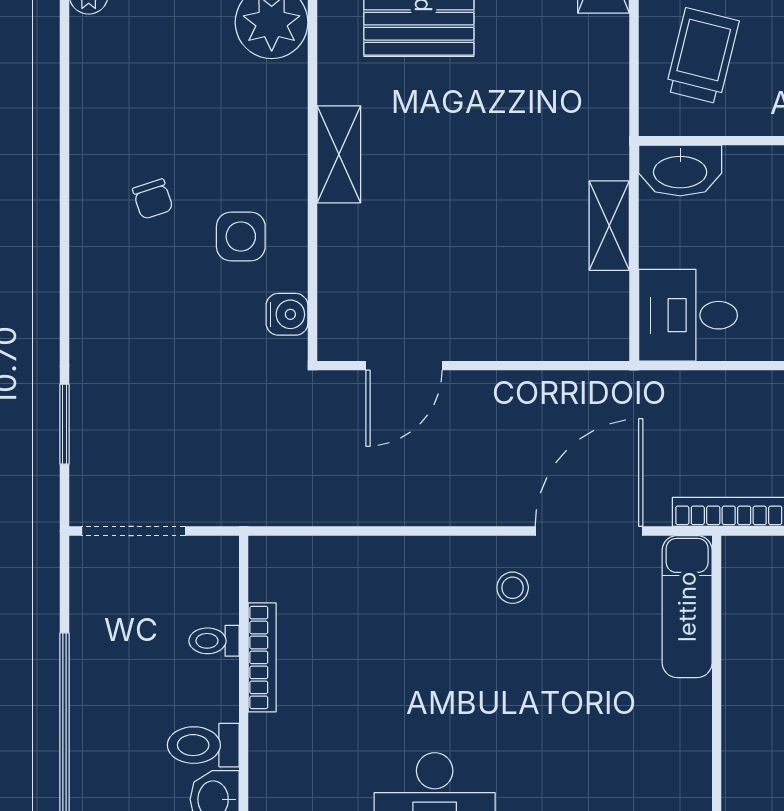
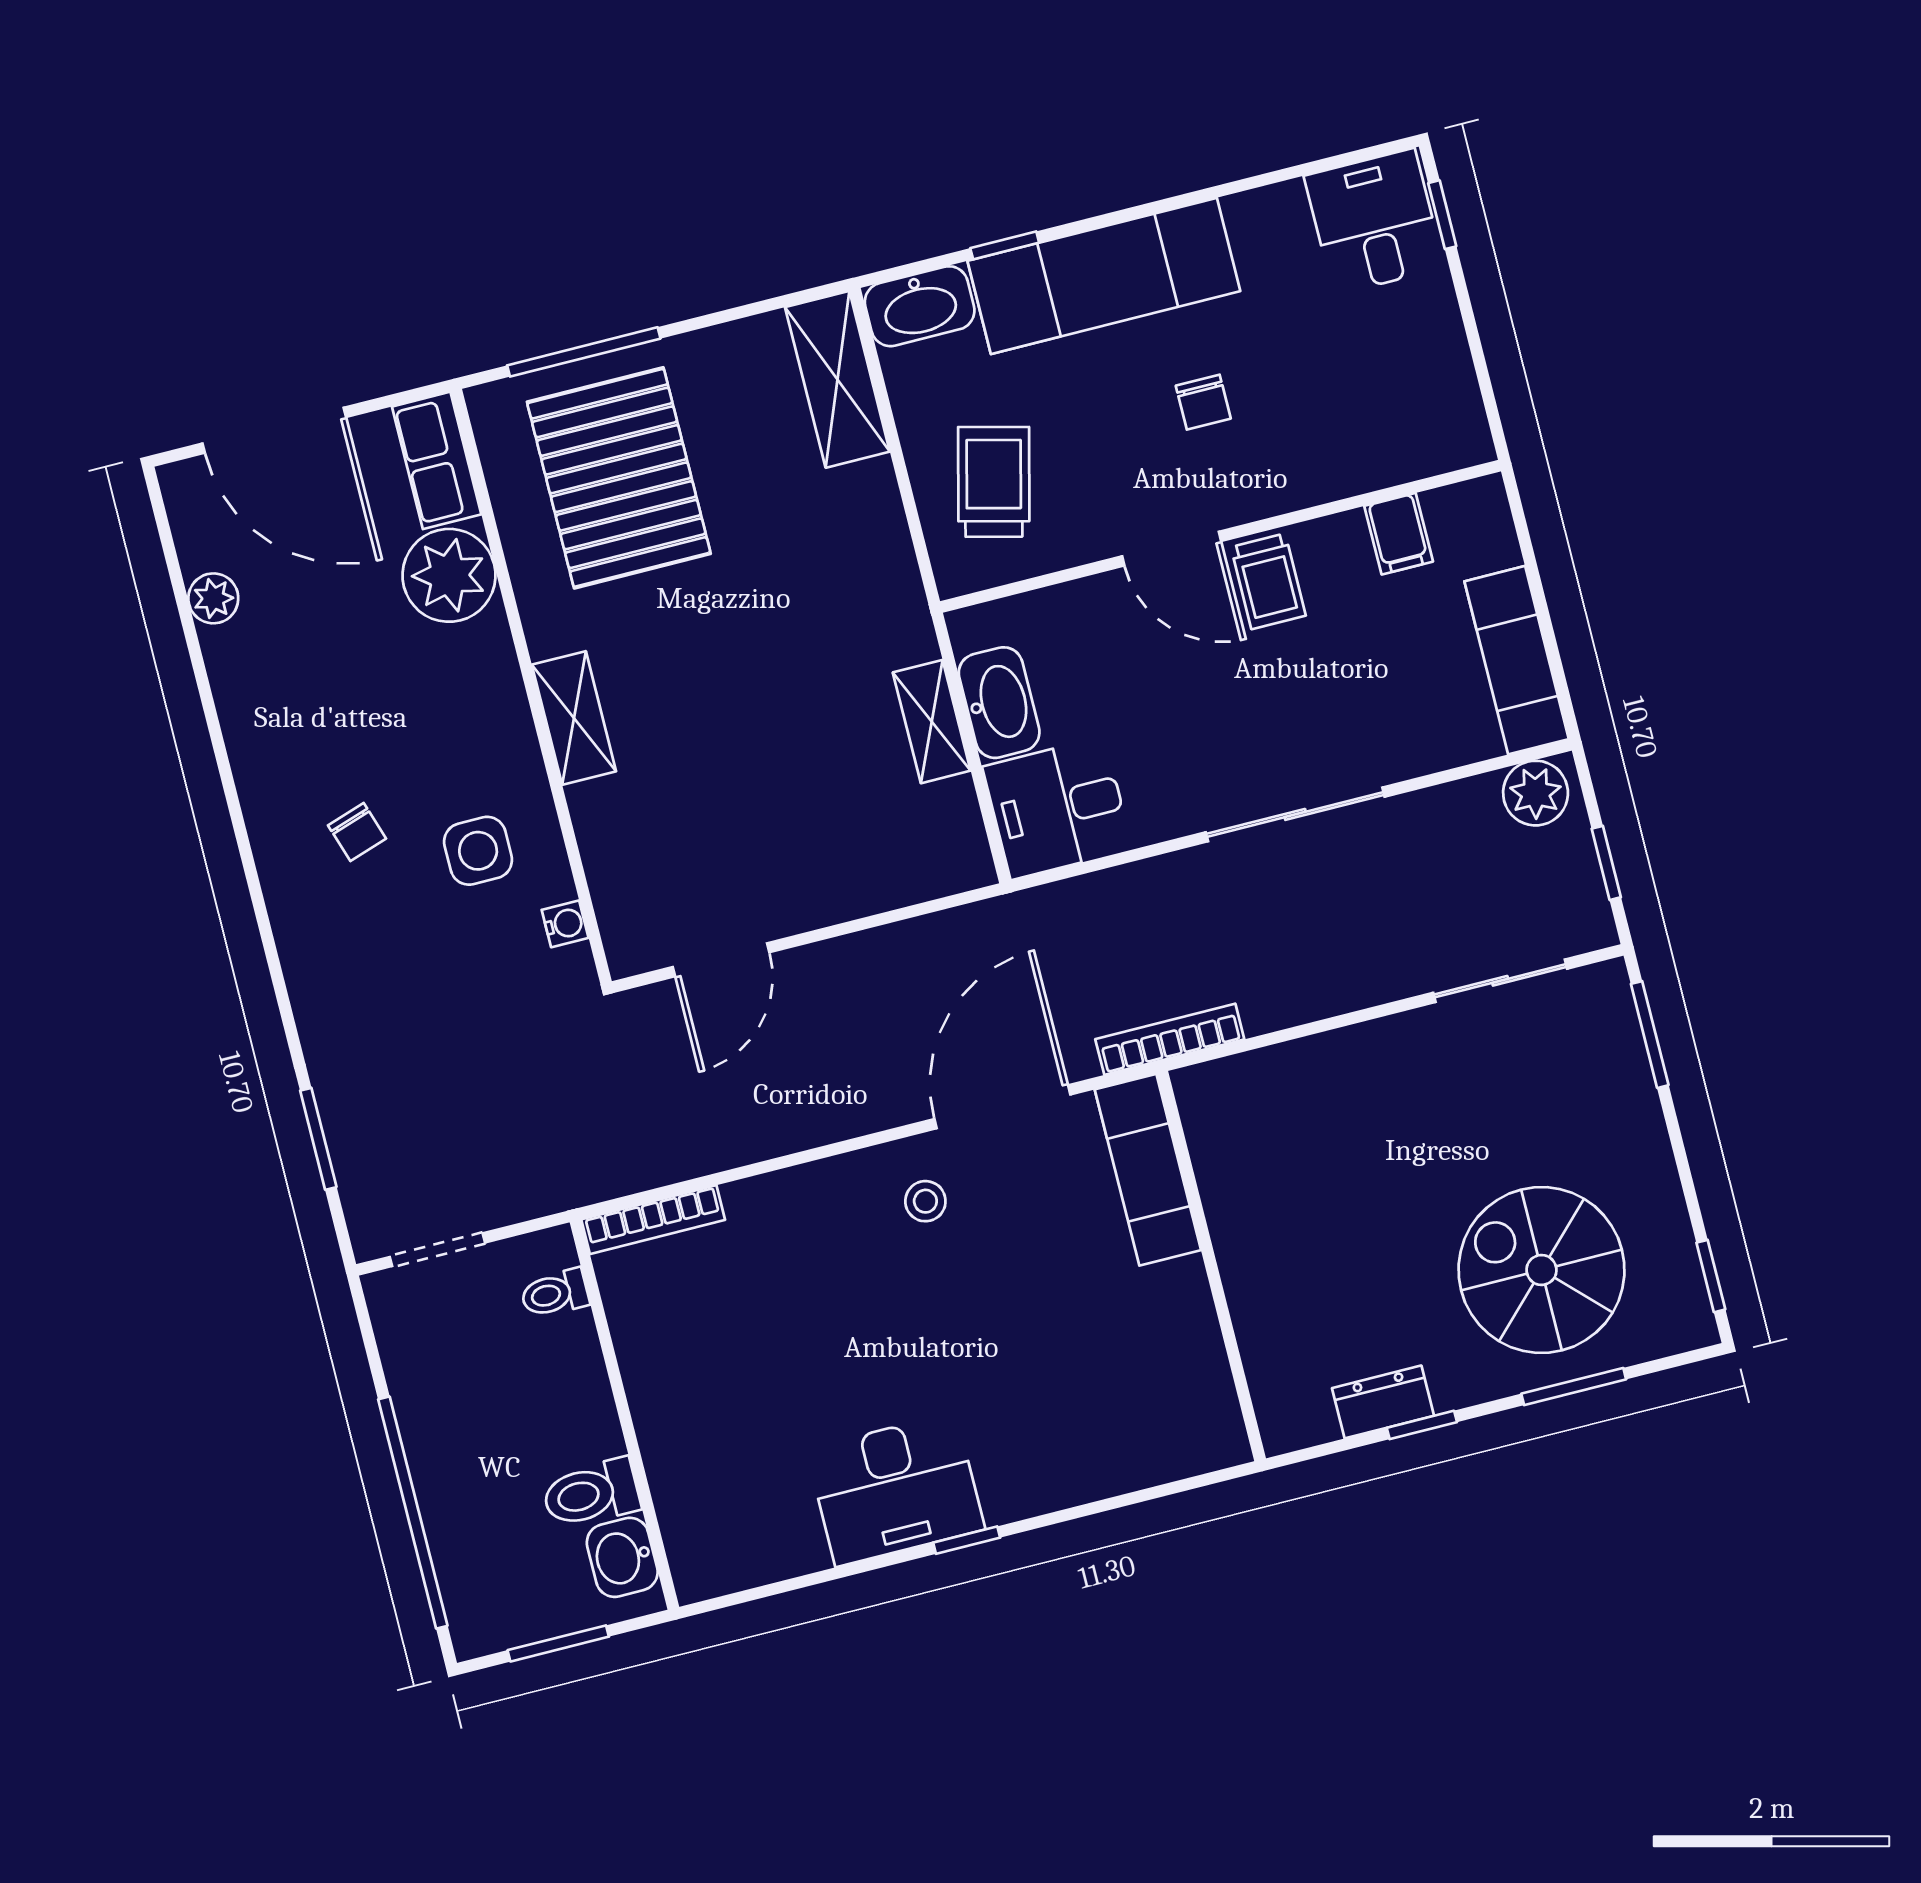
washbasin: (680, 171) -> (999, 703), moved, turned -90
water cooler: (287, 314) -> (565, 924), width x0.72, depth x0.72
doorway: (133, 531) -> (437, 1250), width x0.73
toilet: (214, 641) -> (555, 1293), moved
bookcase: (262, 657) -> (653, 1220), moved, turned 90

